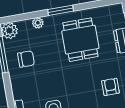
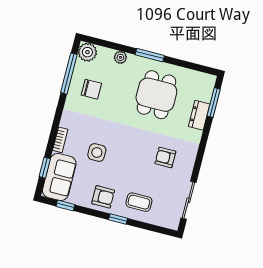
armchair: (110, 87) -> (165, 157), turned -90

